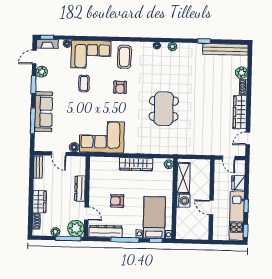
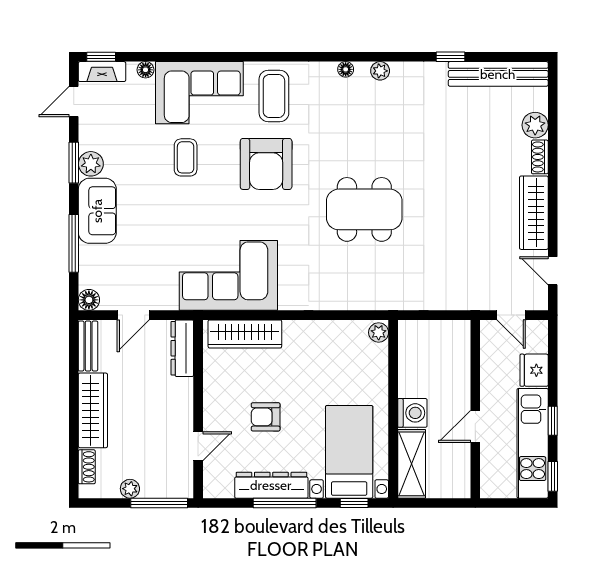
plant: (42, 72) -> (91, 164), moved
armchair: (120, 87) -> (266, 164), width x1.88, depth x1.88
dining table: (164, 109) -> (364, 209), turned 90
sofa: (44, 112) -> (97, 211), width x0.73
door: (248, 138) -> (553, 271), hinge flipped
floor lamp: (74, 147) -> (89, 300), moved
door: (59, 154) -> (133, 315), hinge flipped
wardrobe: (136, 164) -> (245, 334), moved
shelving: (183, 178) -> (412, 464), moved
dresser: (80, 188) -> (182, 348), moved
wardrobe: (39, 202) -> (93, 410), width x1.50
door: (211, 207) -> (475, 426), hinge flipped
door: (86, 213) -> (198, 446), hinge flipped
plant: (76, 228) -> (175, 480), removed
dresser: (106, 231) -> (271, 485), moved

